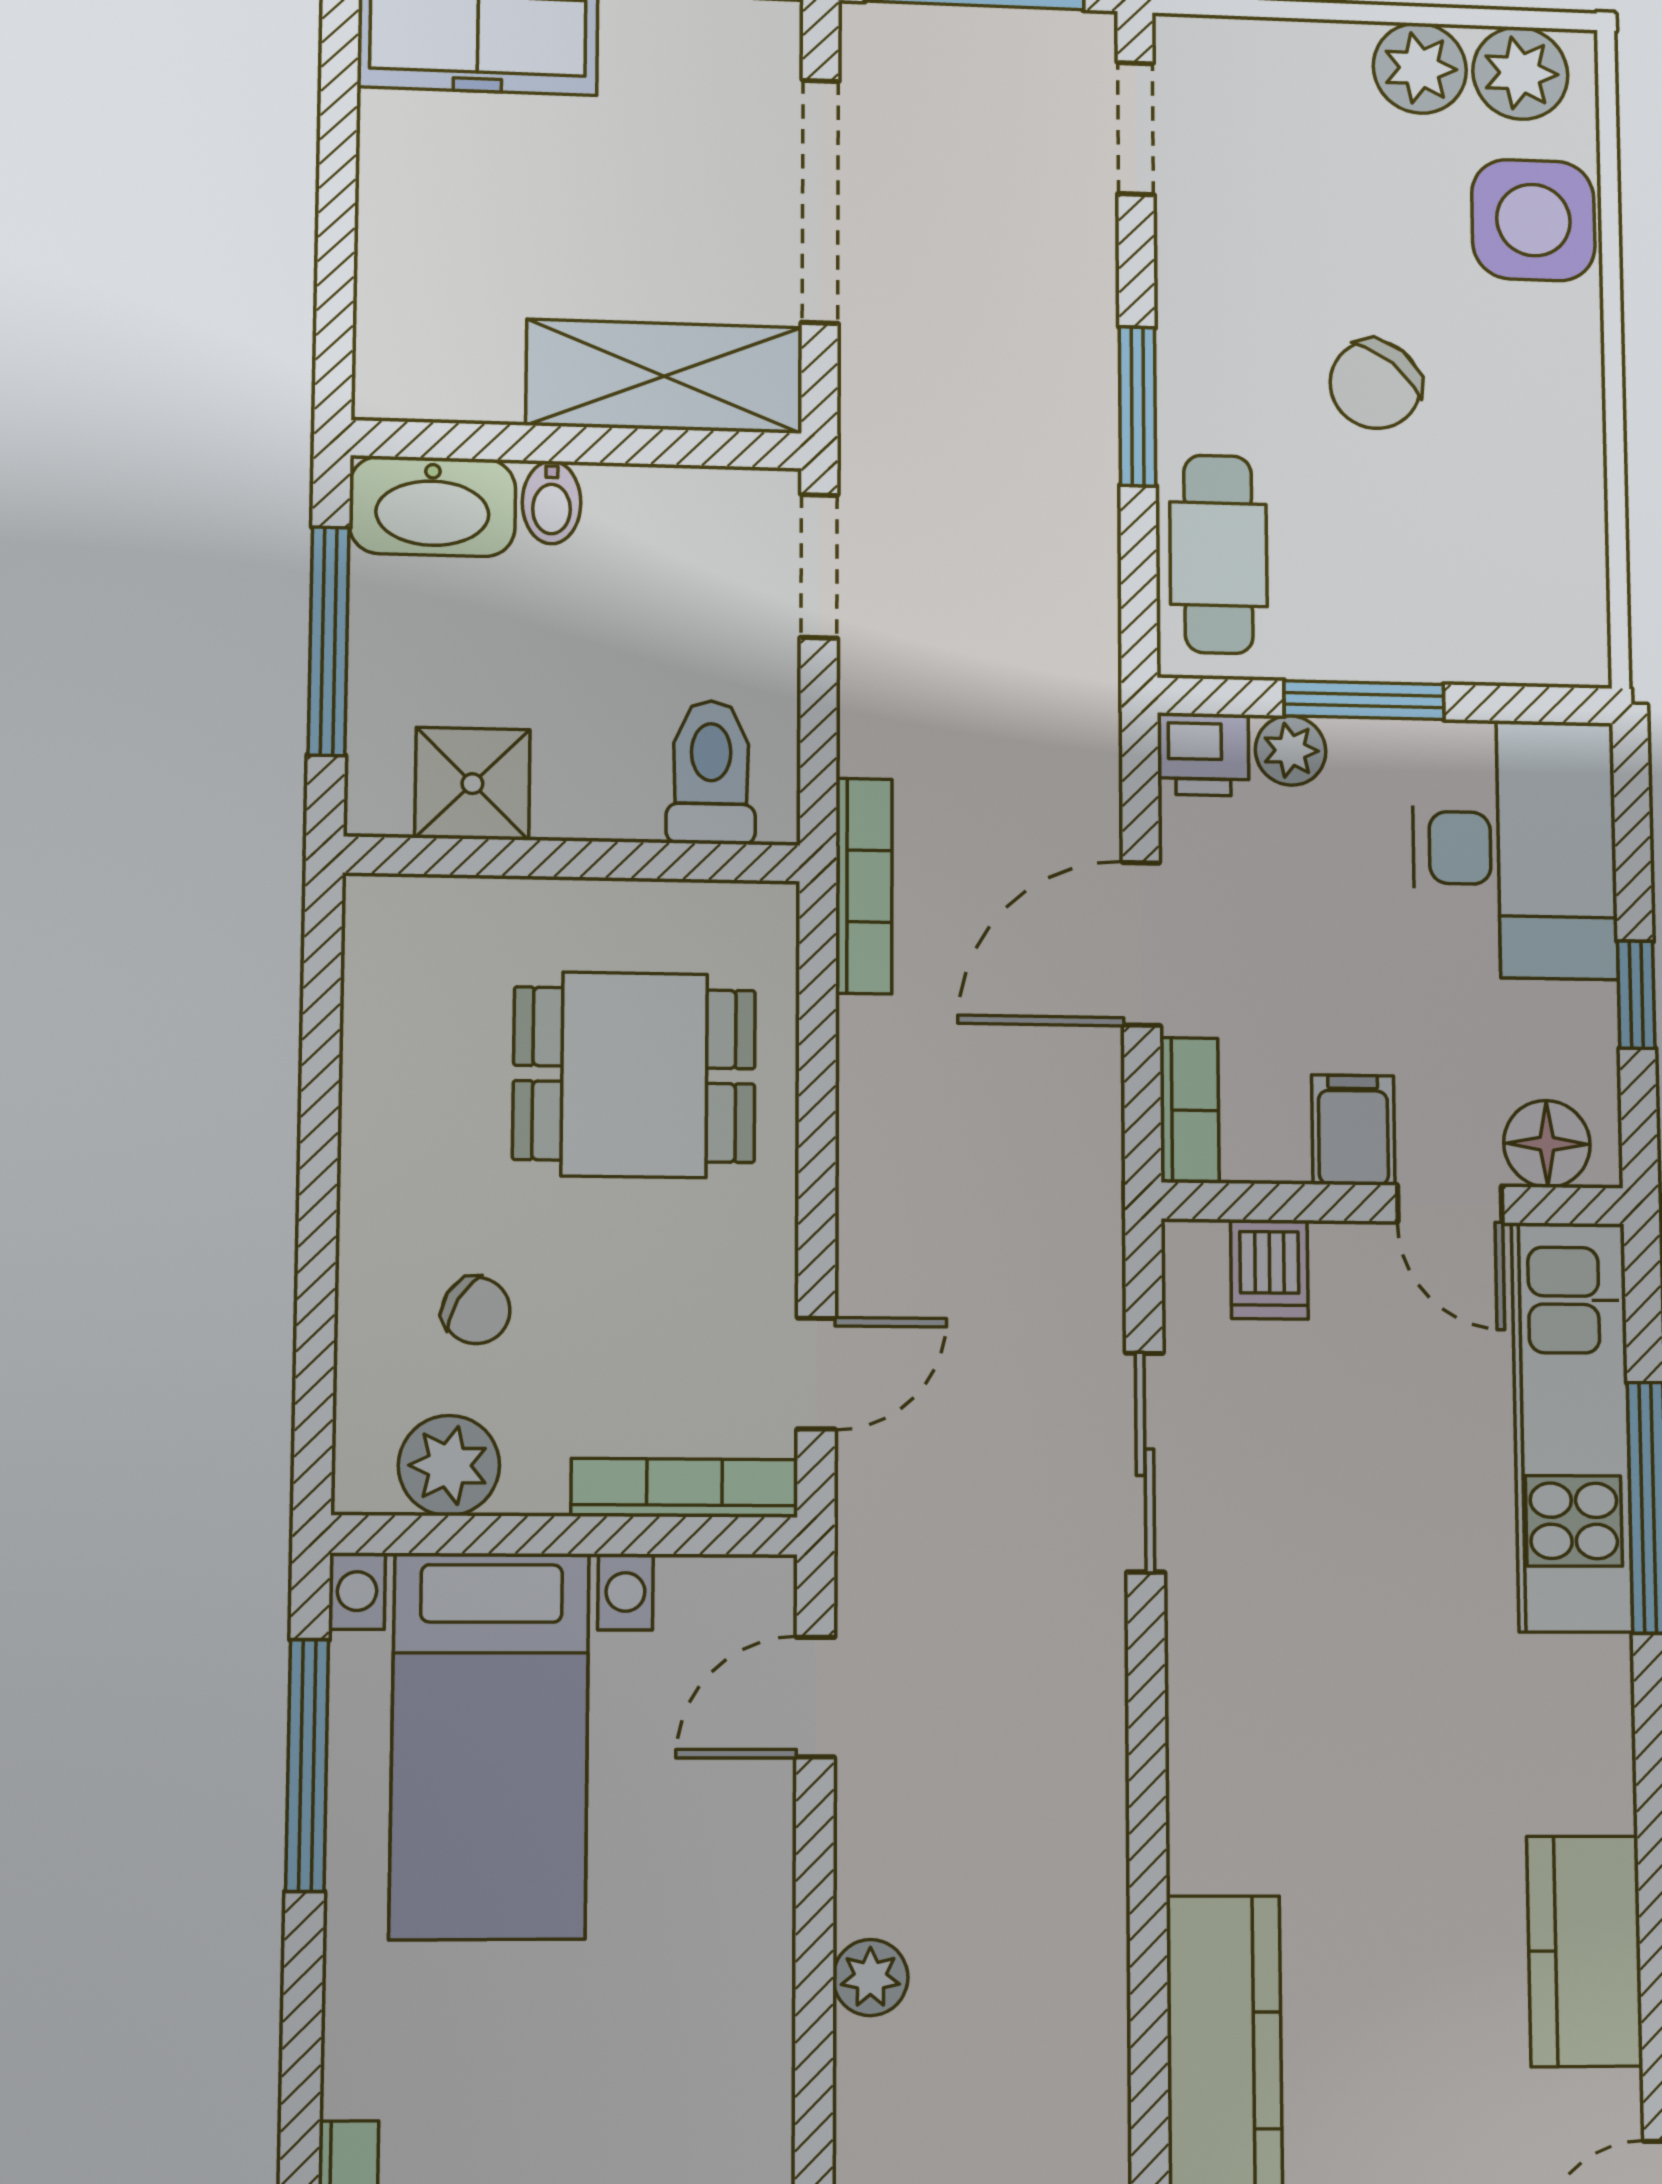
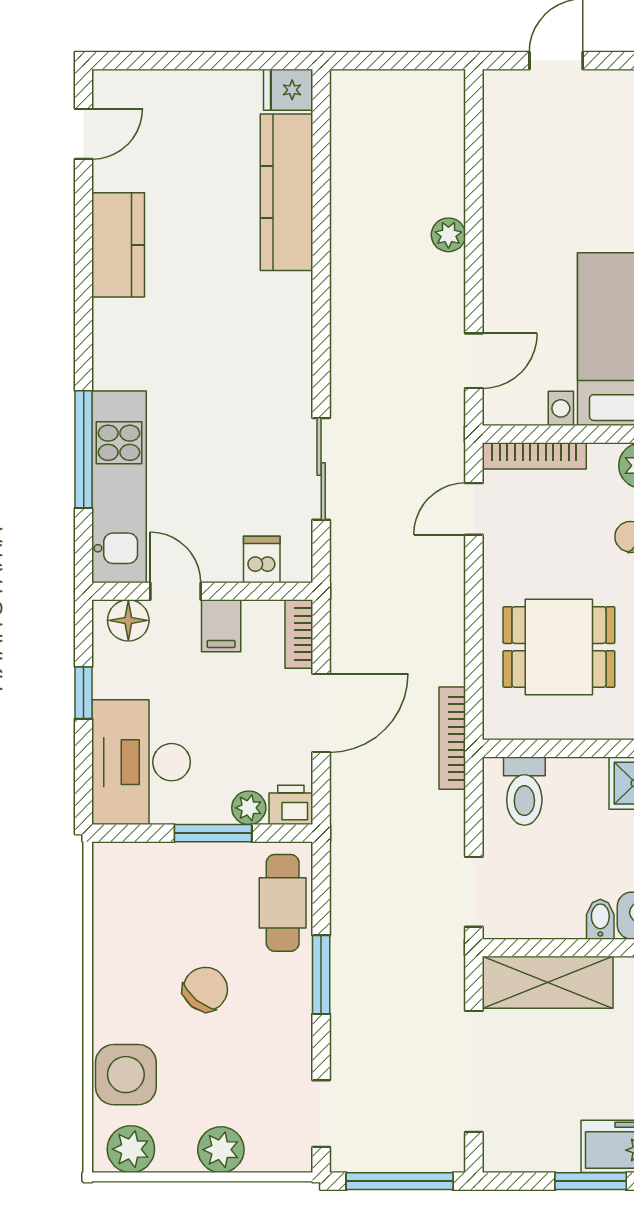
plant: (1420, 68) -> (221, 1150), moved

